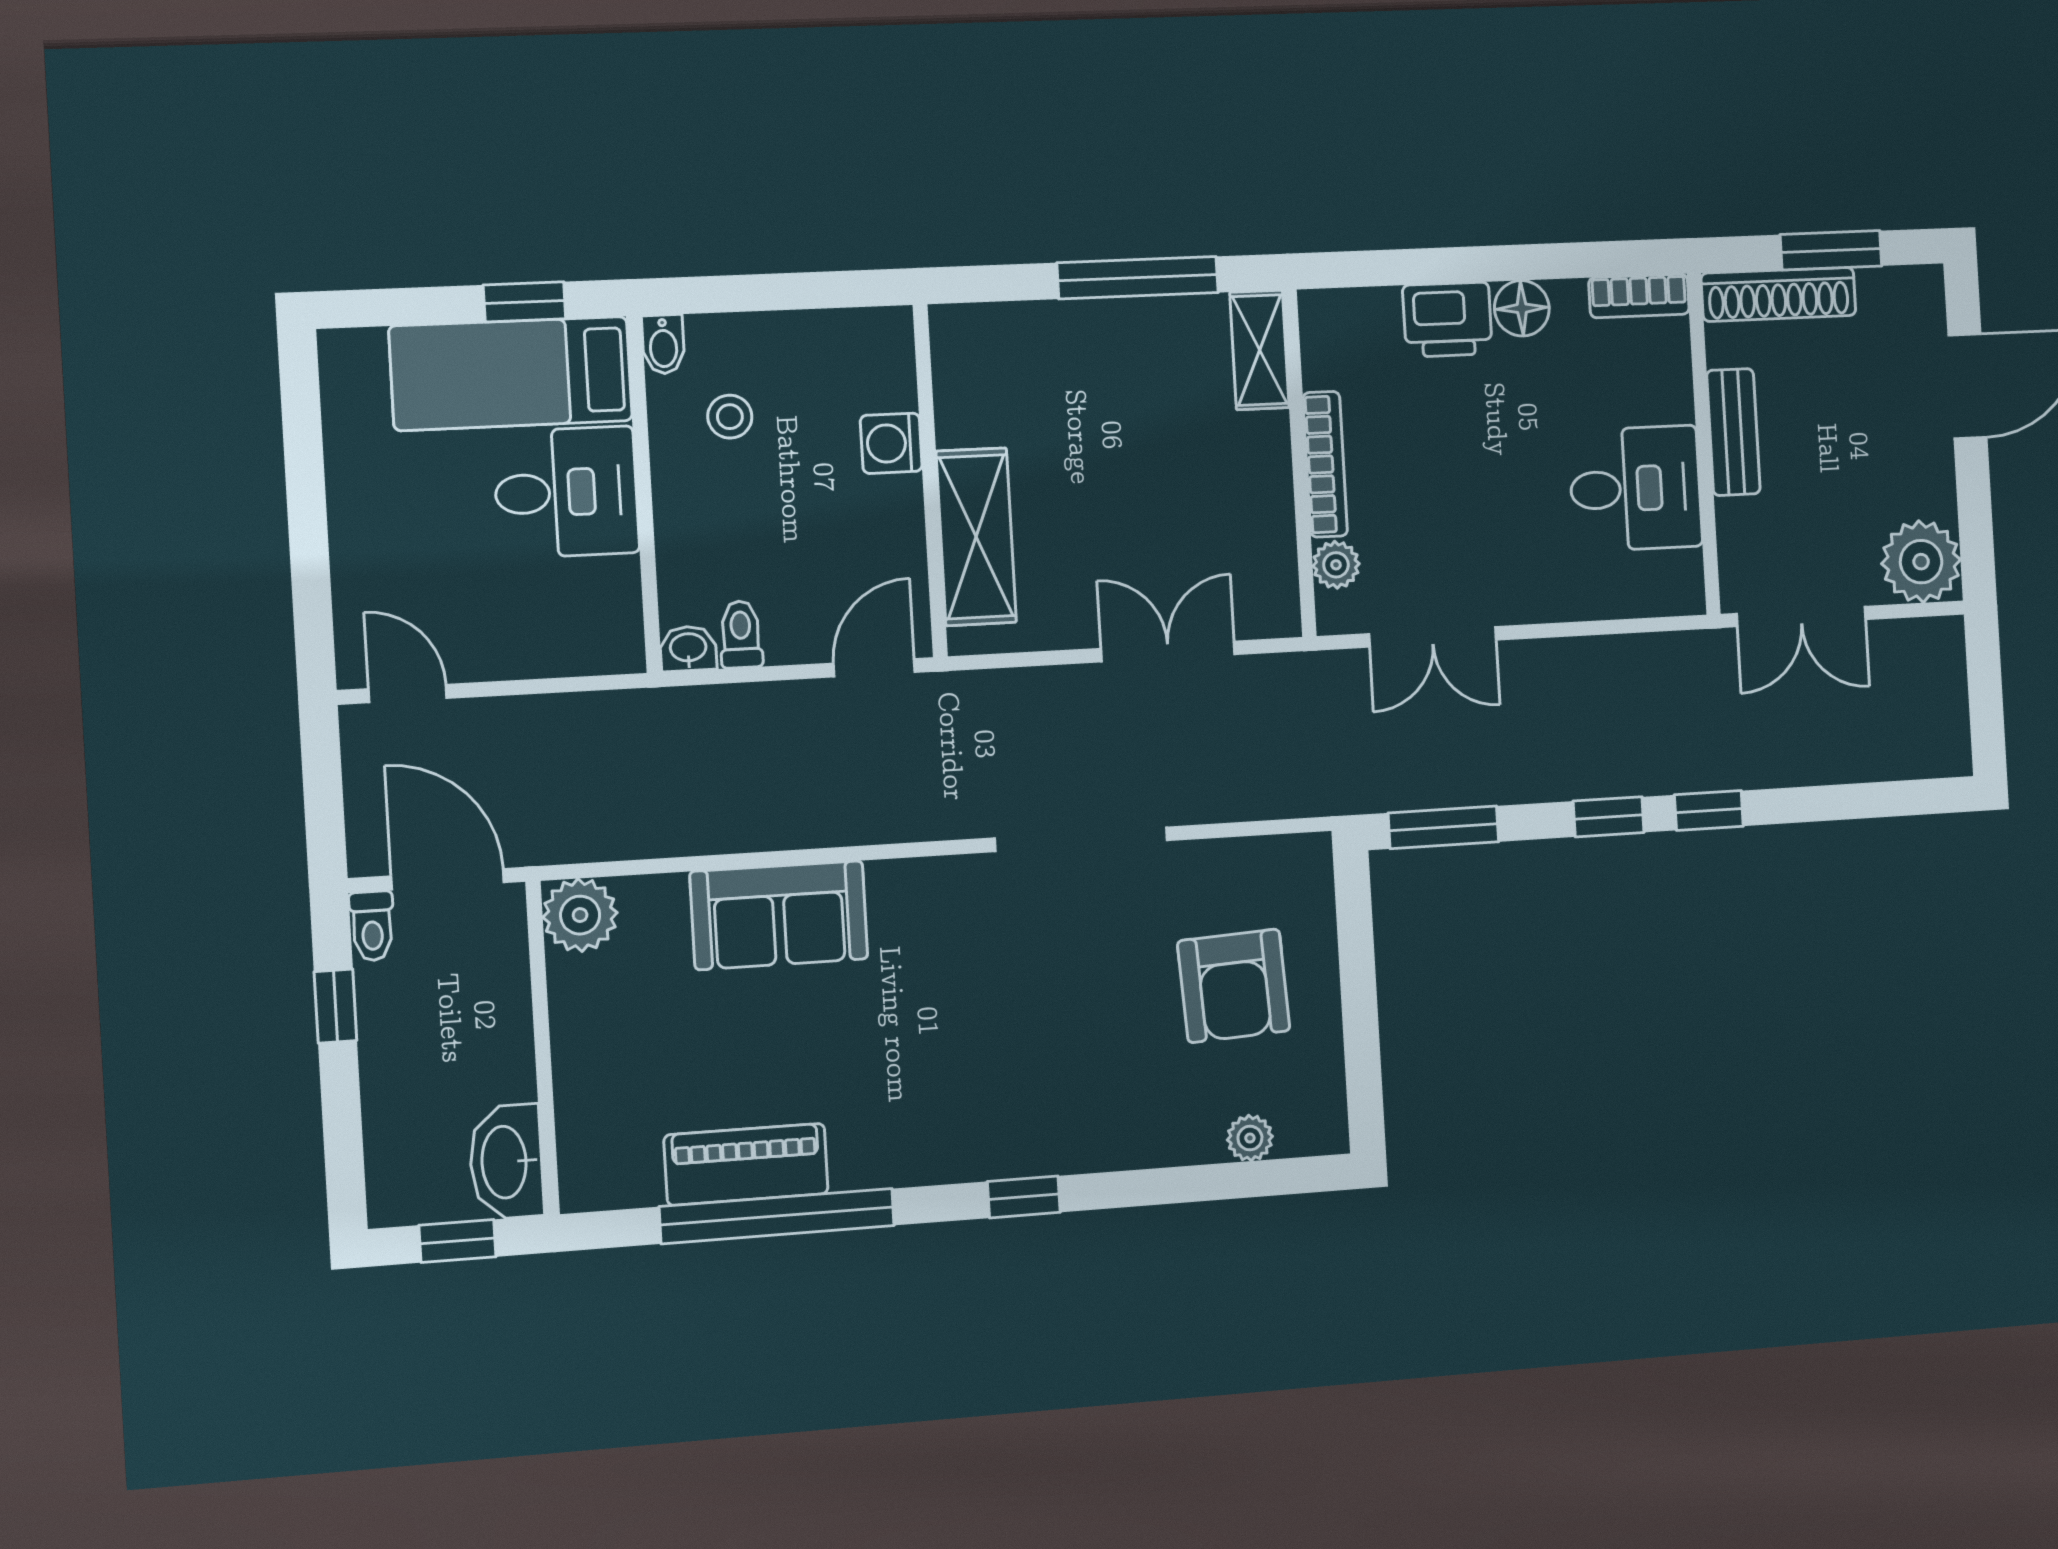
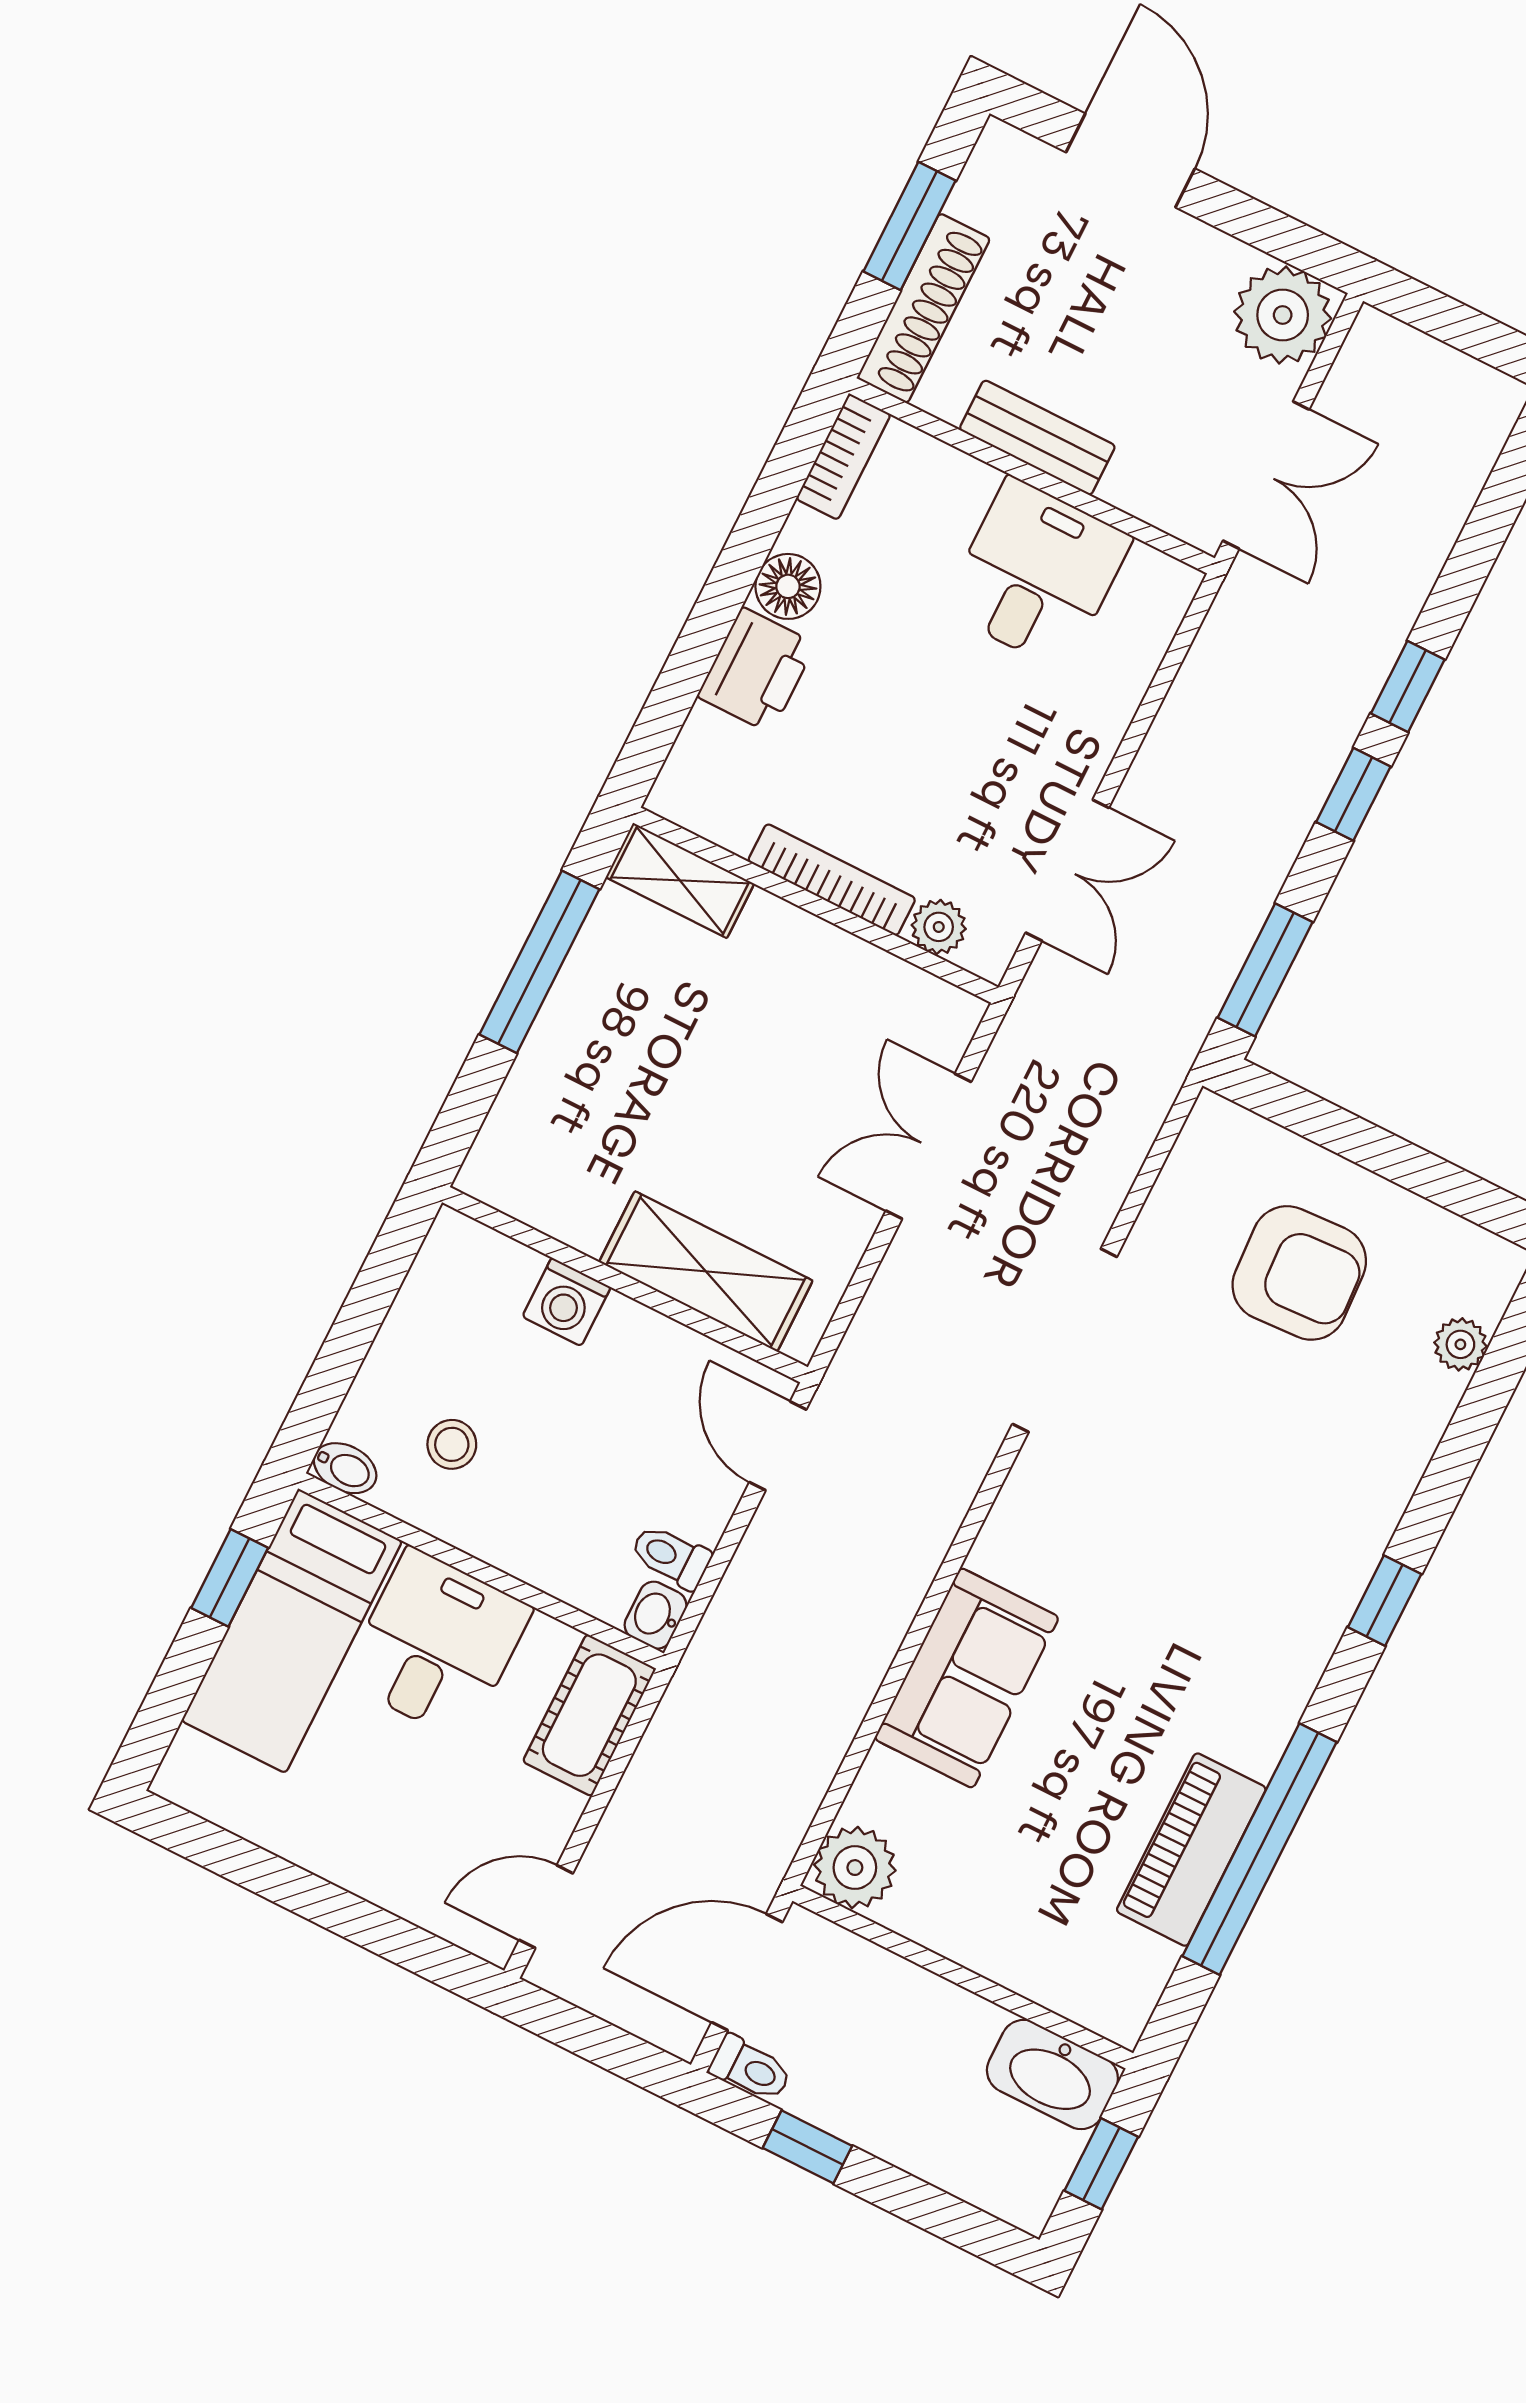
cot: (580, 642) -> (589, 1715), added

